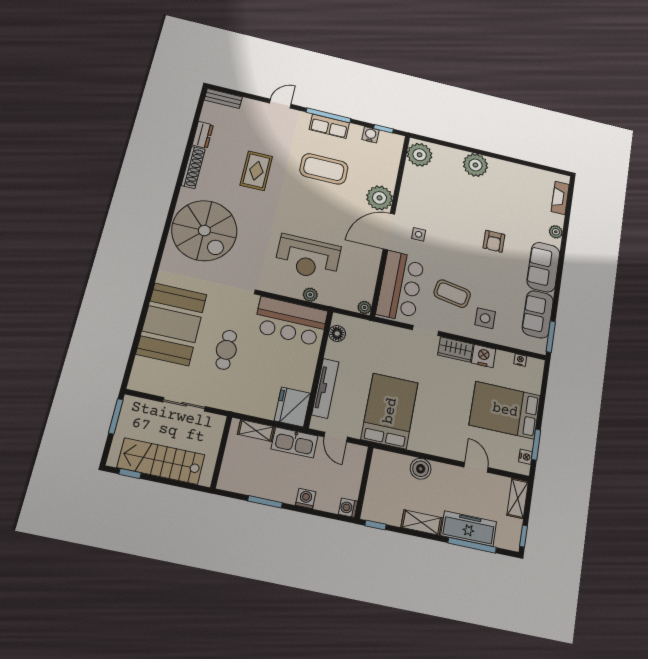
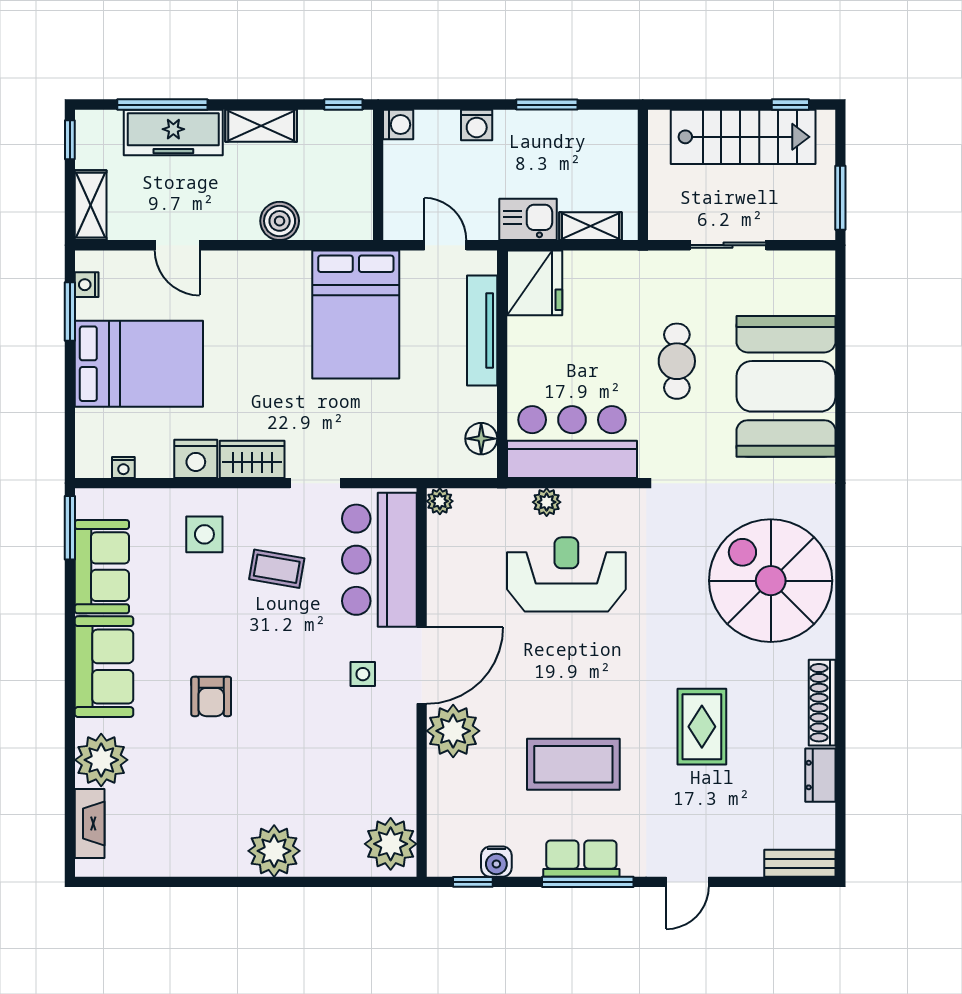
plant: (556, 232) -> (101, 760), width x1.87, depth x1.87
armchair: (494, 241) -> (211, 696), turned 180
coffee table: (452, 294) -> (277, 569), width x0.73, depth x0.77
kitchen sink: (294, 442) -> (528, 219), width x0.73

